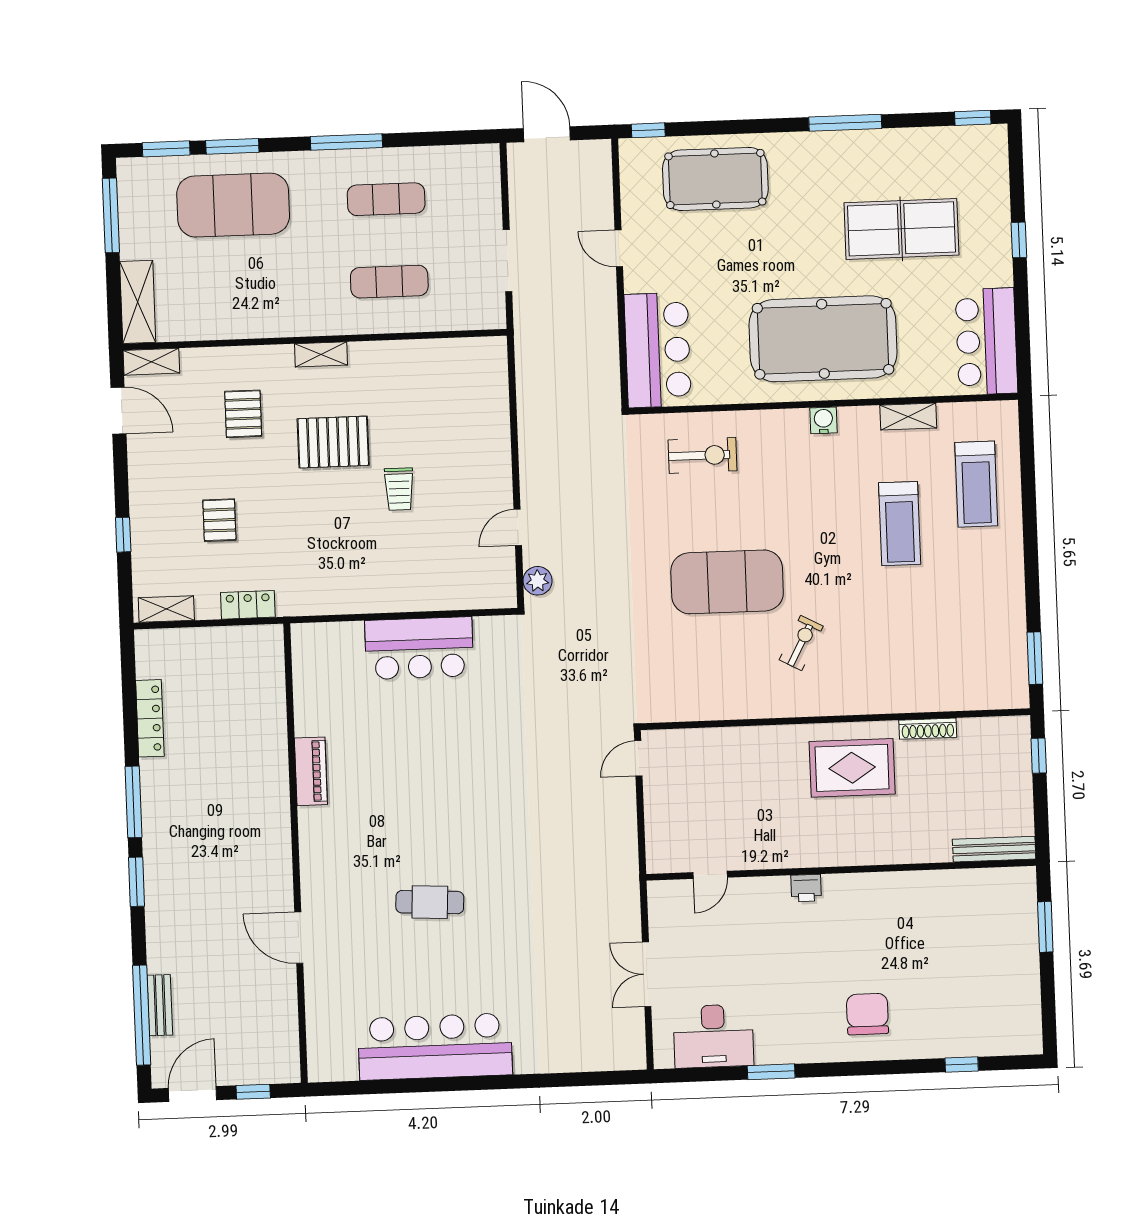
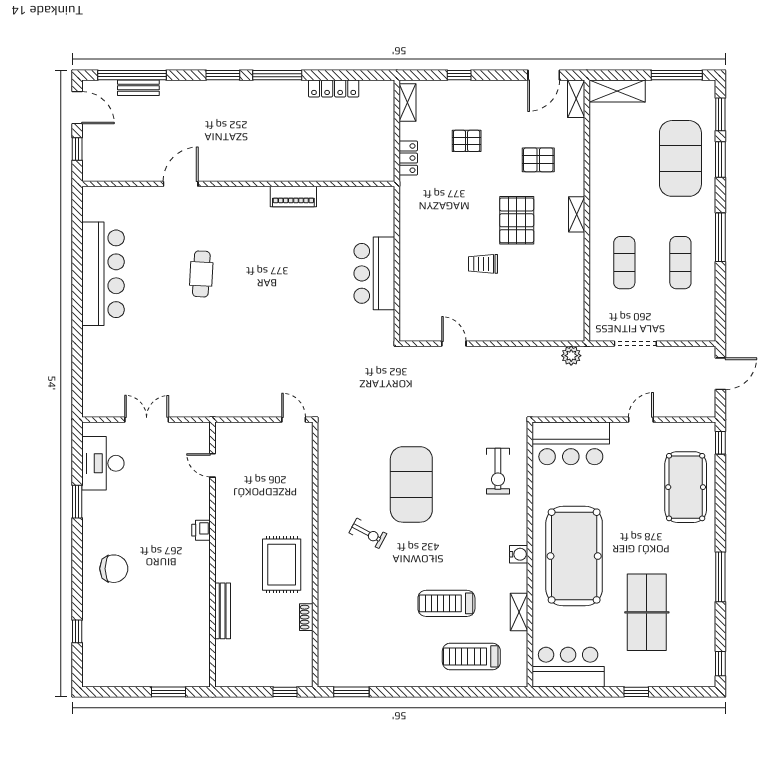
plant: (538, 581) -> (571, 356), moved
shoe rack: (928, 729) -> (306, 617), width x0.70
bench: (994, 849) -> (223, 611), moved

